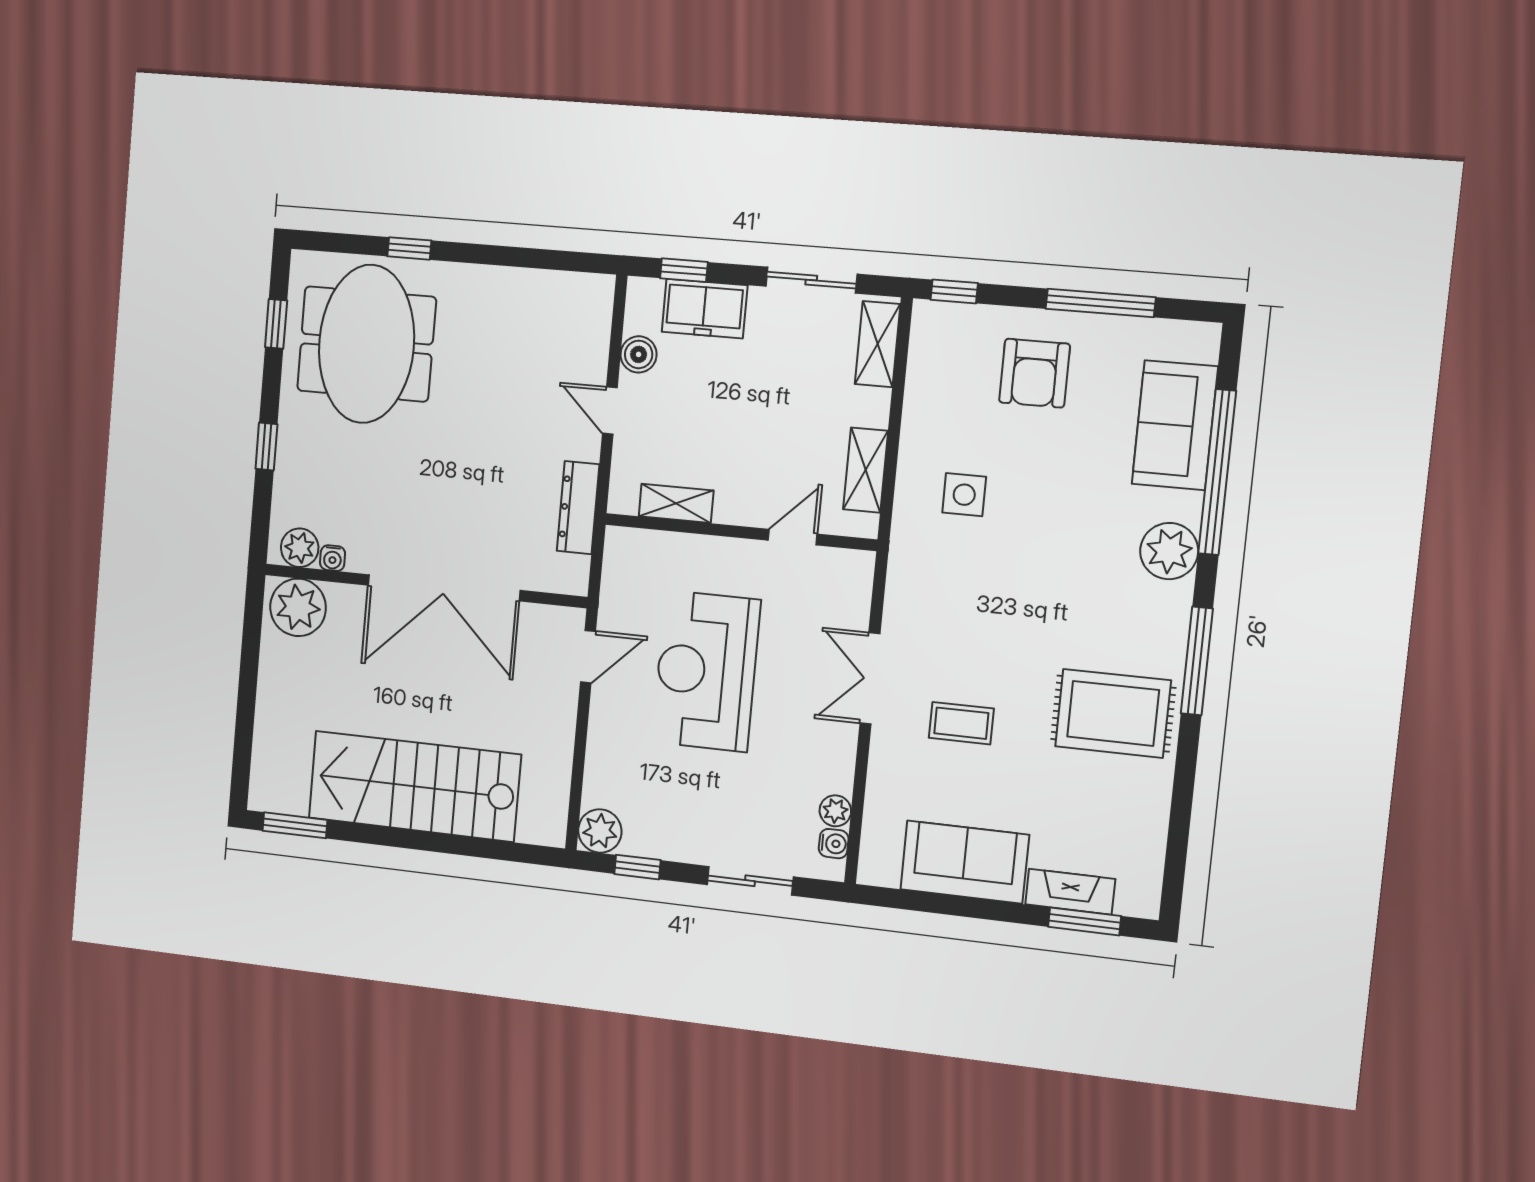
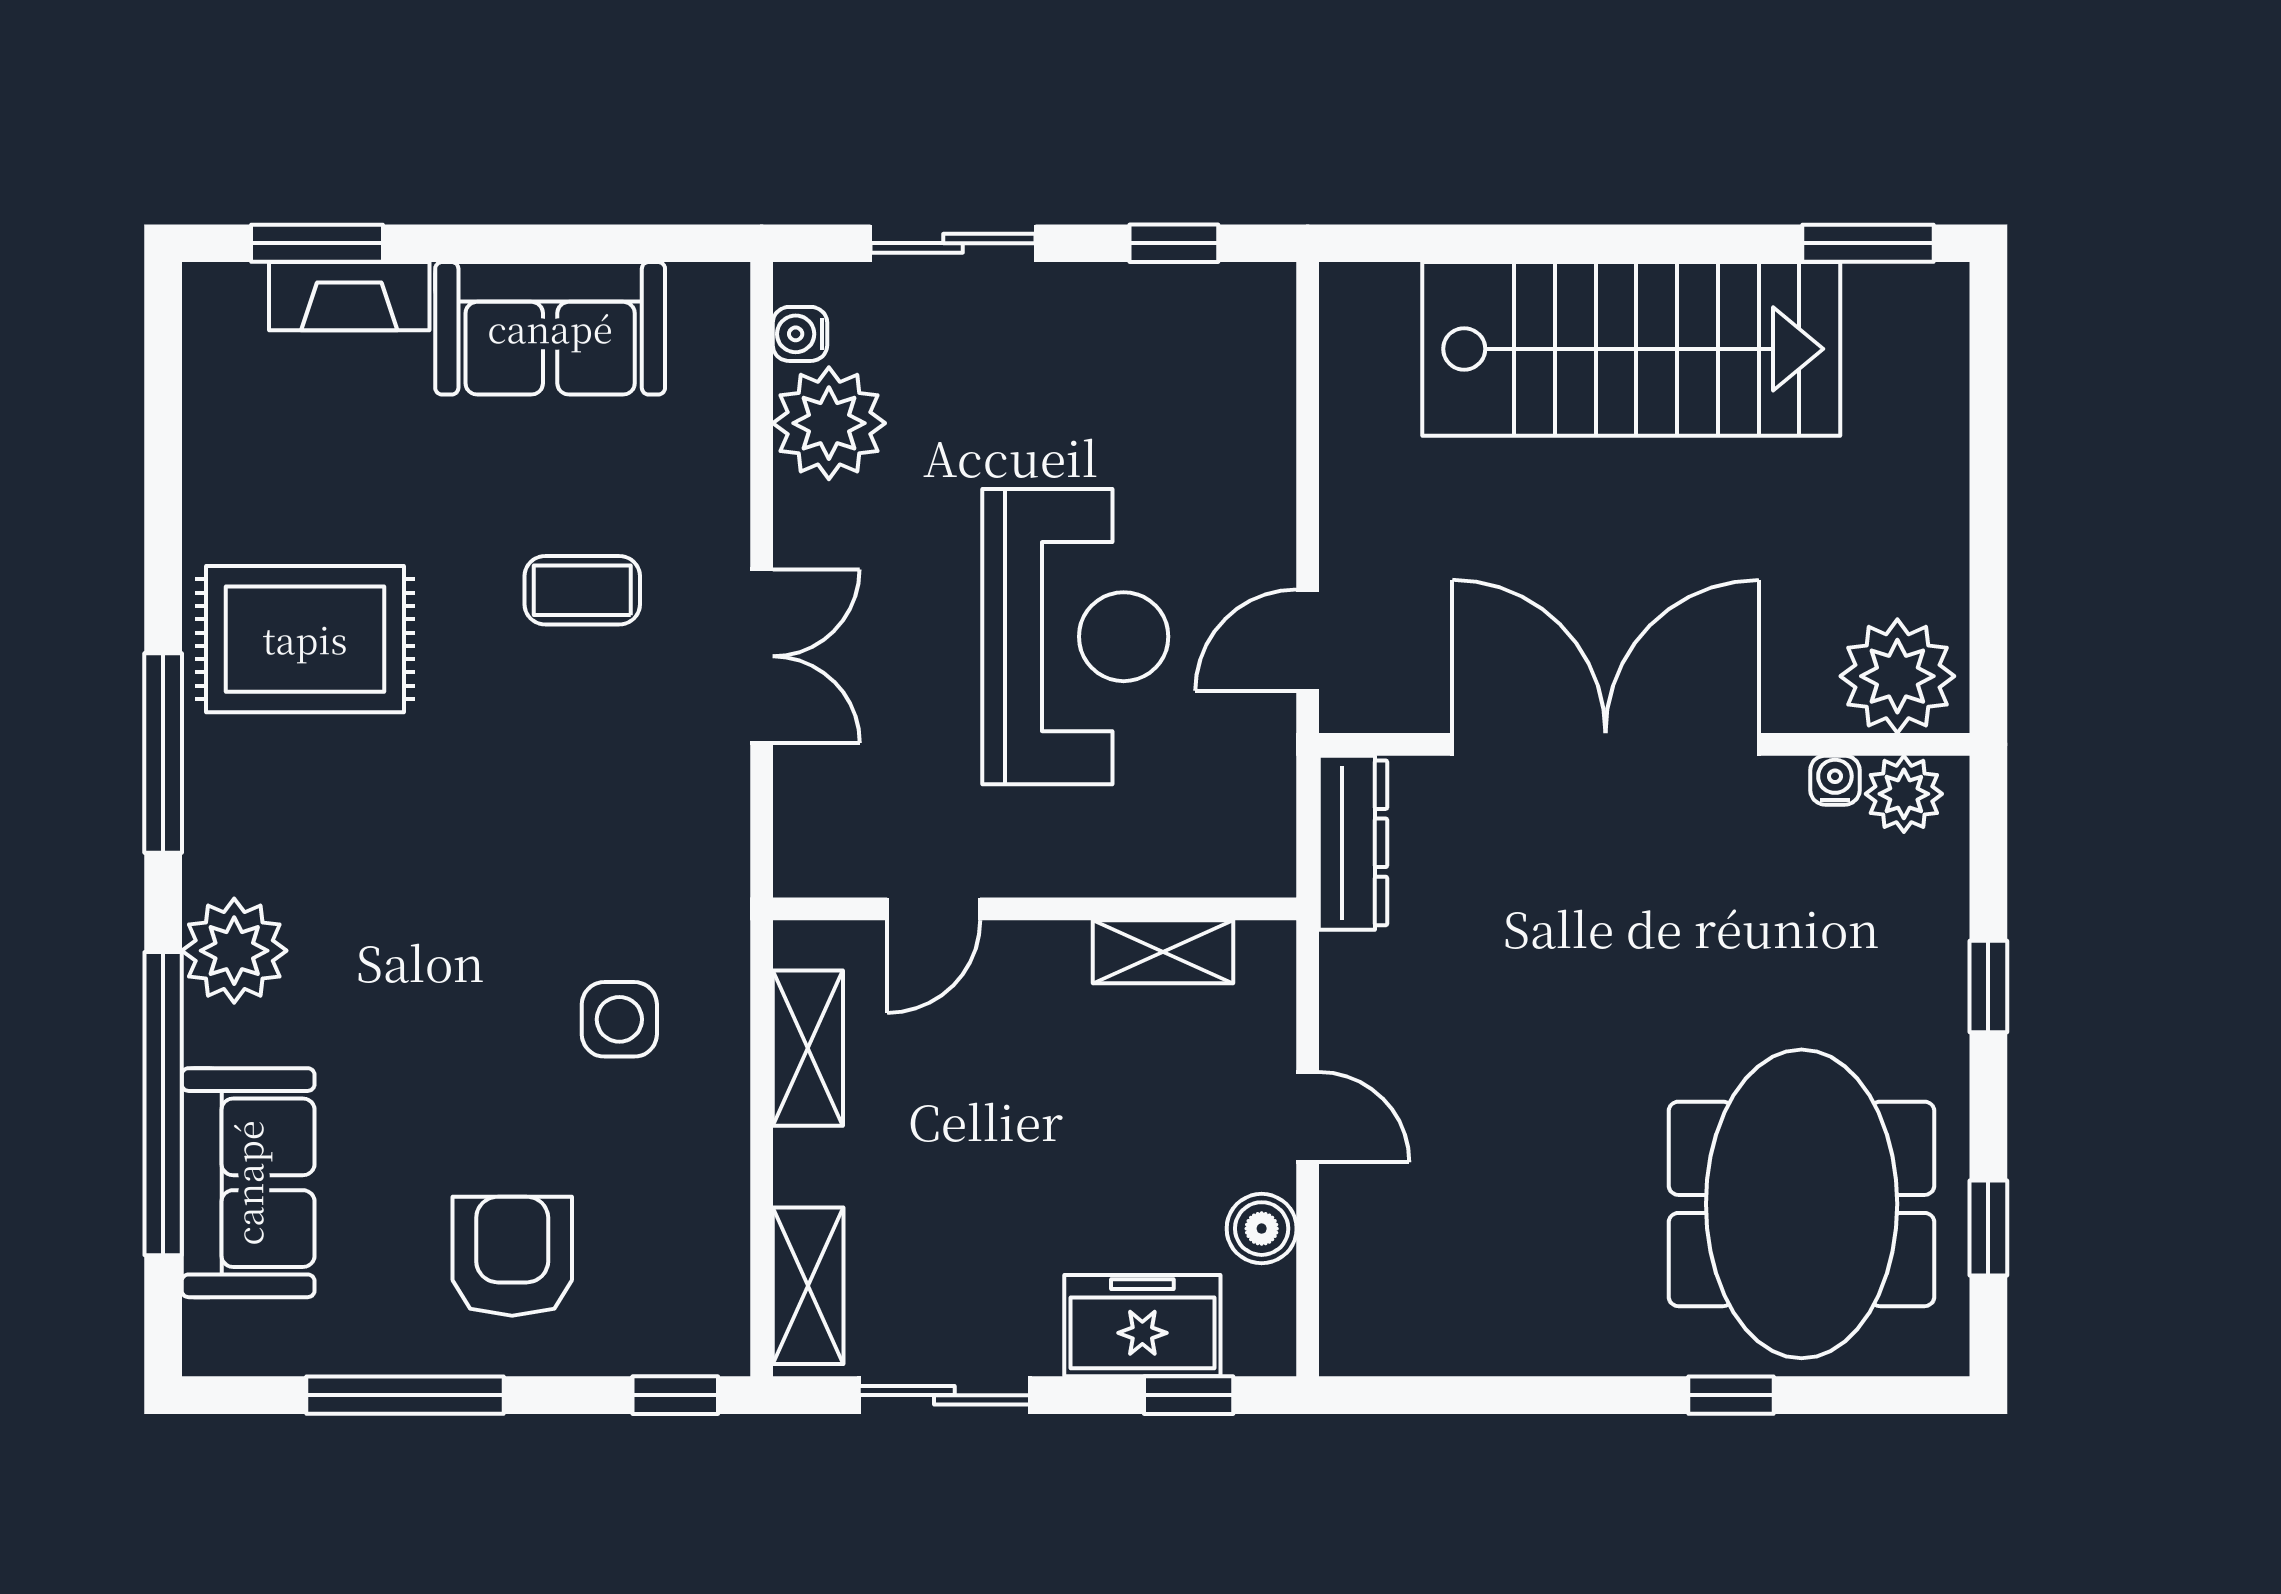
dresser: (578, 508) -> (1353, 843), moved
plant: (835, 811) -> (829, 423), width x1.87, depth x1.87
plant: (600, 831) -> (1254, 305), removed

